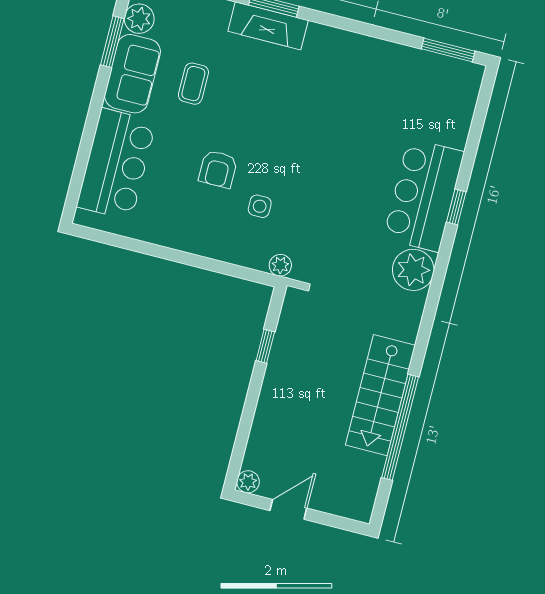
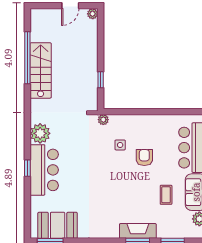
booth: (425, 78) -> (58, 225), added

